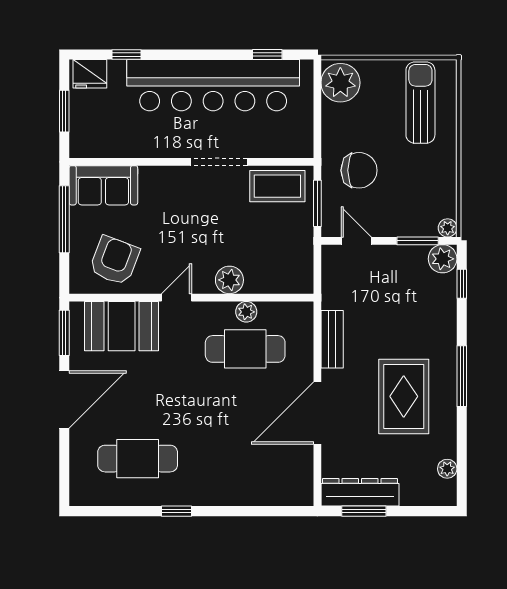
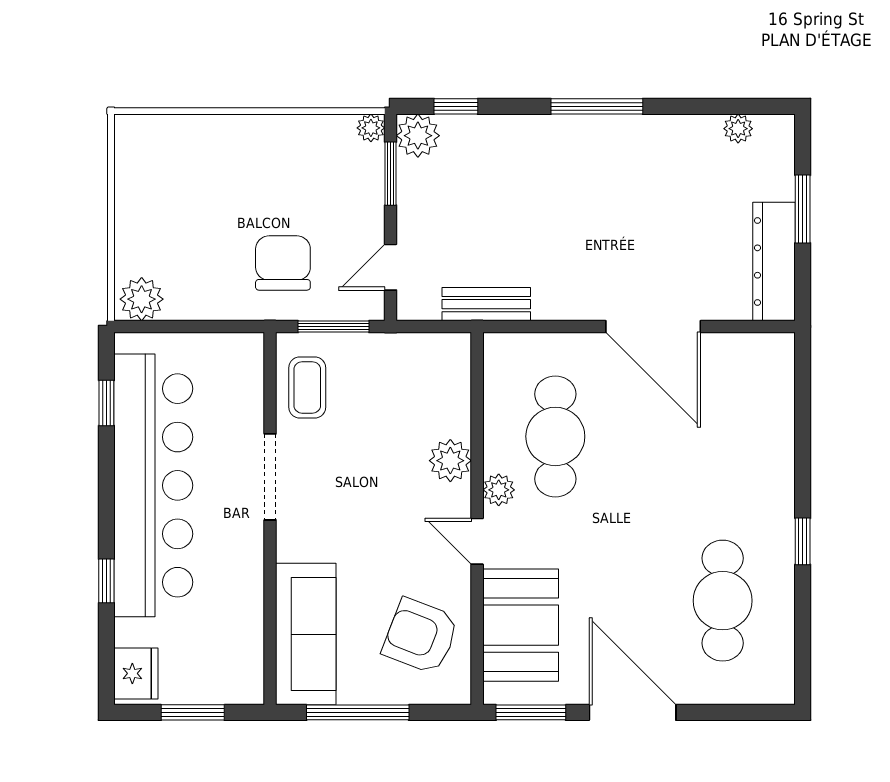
window: (126, 54) -> (106, 581), moved
plant: (340, 83) -> (142, 299), width x0.73, depth x0.73
sun lounger: (420, 103) -> (180, 169), removed
sofa: (103, 185) -> (306, 634), width x1.36
coffee table: (277, 186) -> (307, 387), width x0.73, depth x0.77
plant: (246, 312) -> (499, 490), moved
bench: (332, 339) -> (486, 304), moved
rug: (404, 396) -> (628, 195), removed
window: (364, 511) -> (803, 209), moved

